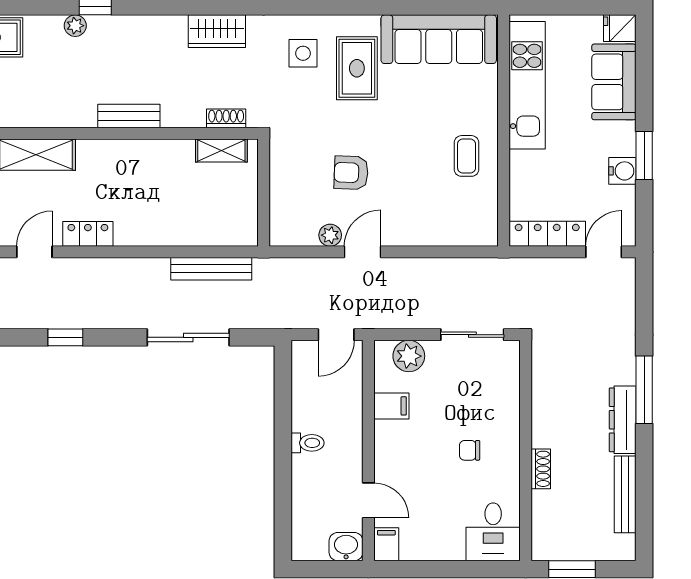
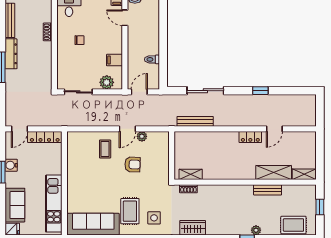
bench: (129, 116) -> (268, 190), moved
coffee table: (467, 156) -> (105, 149), moved
toilet: (308, 443) -> (152, 59), moved

